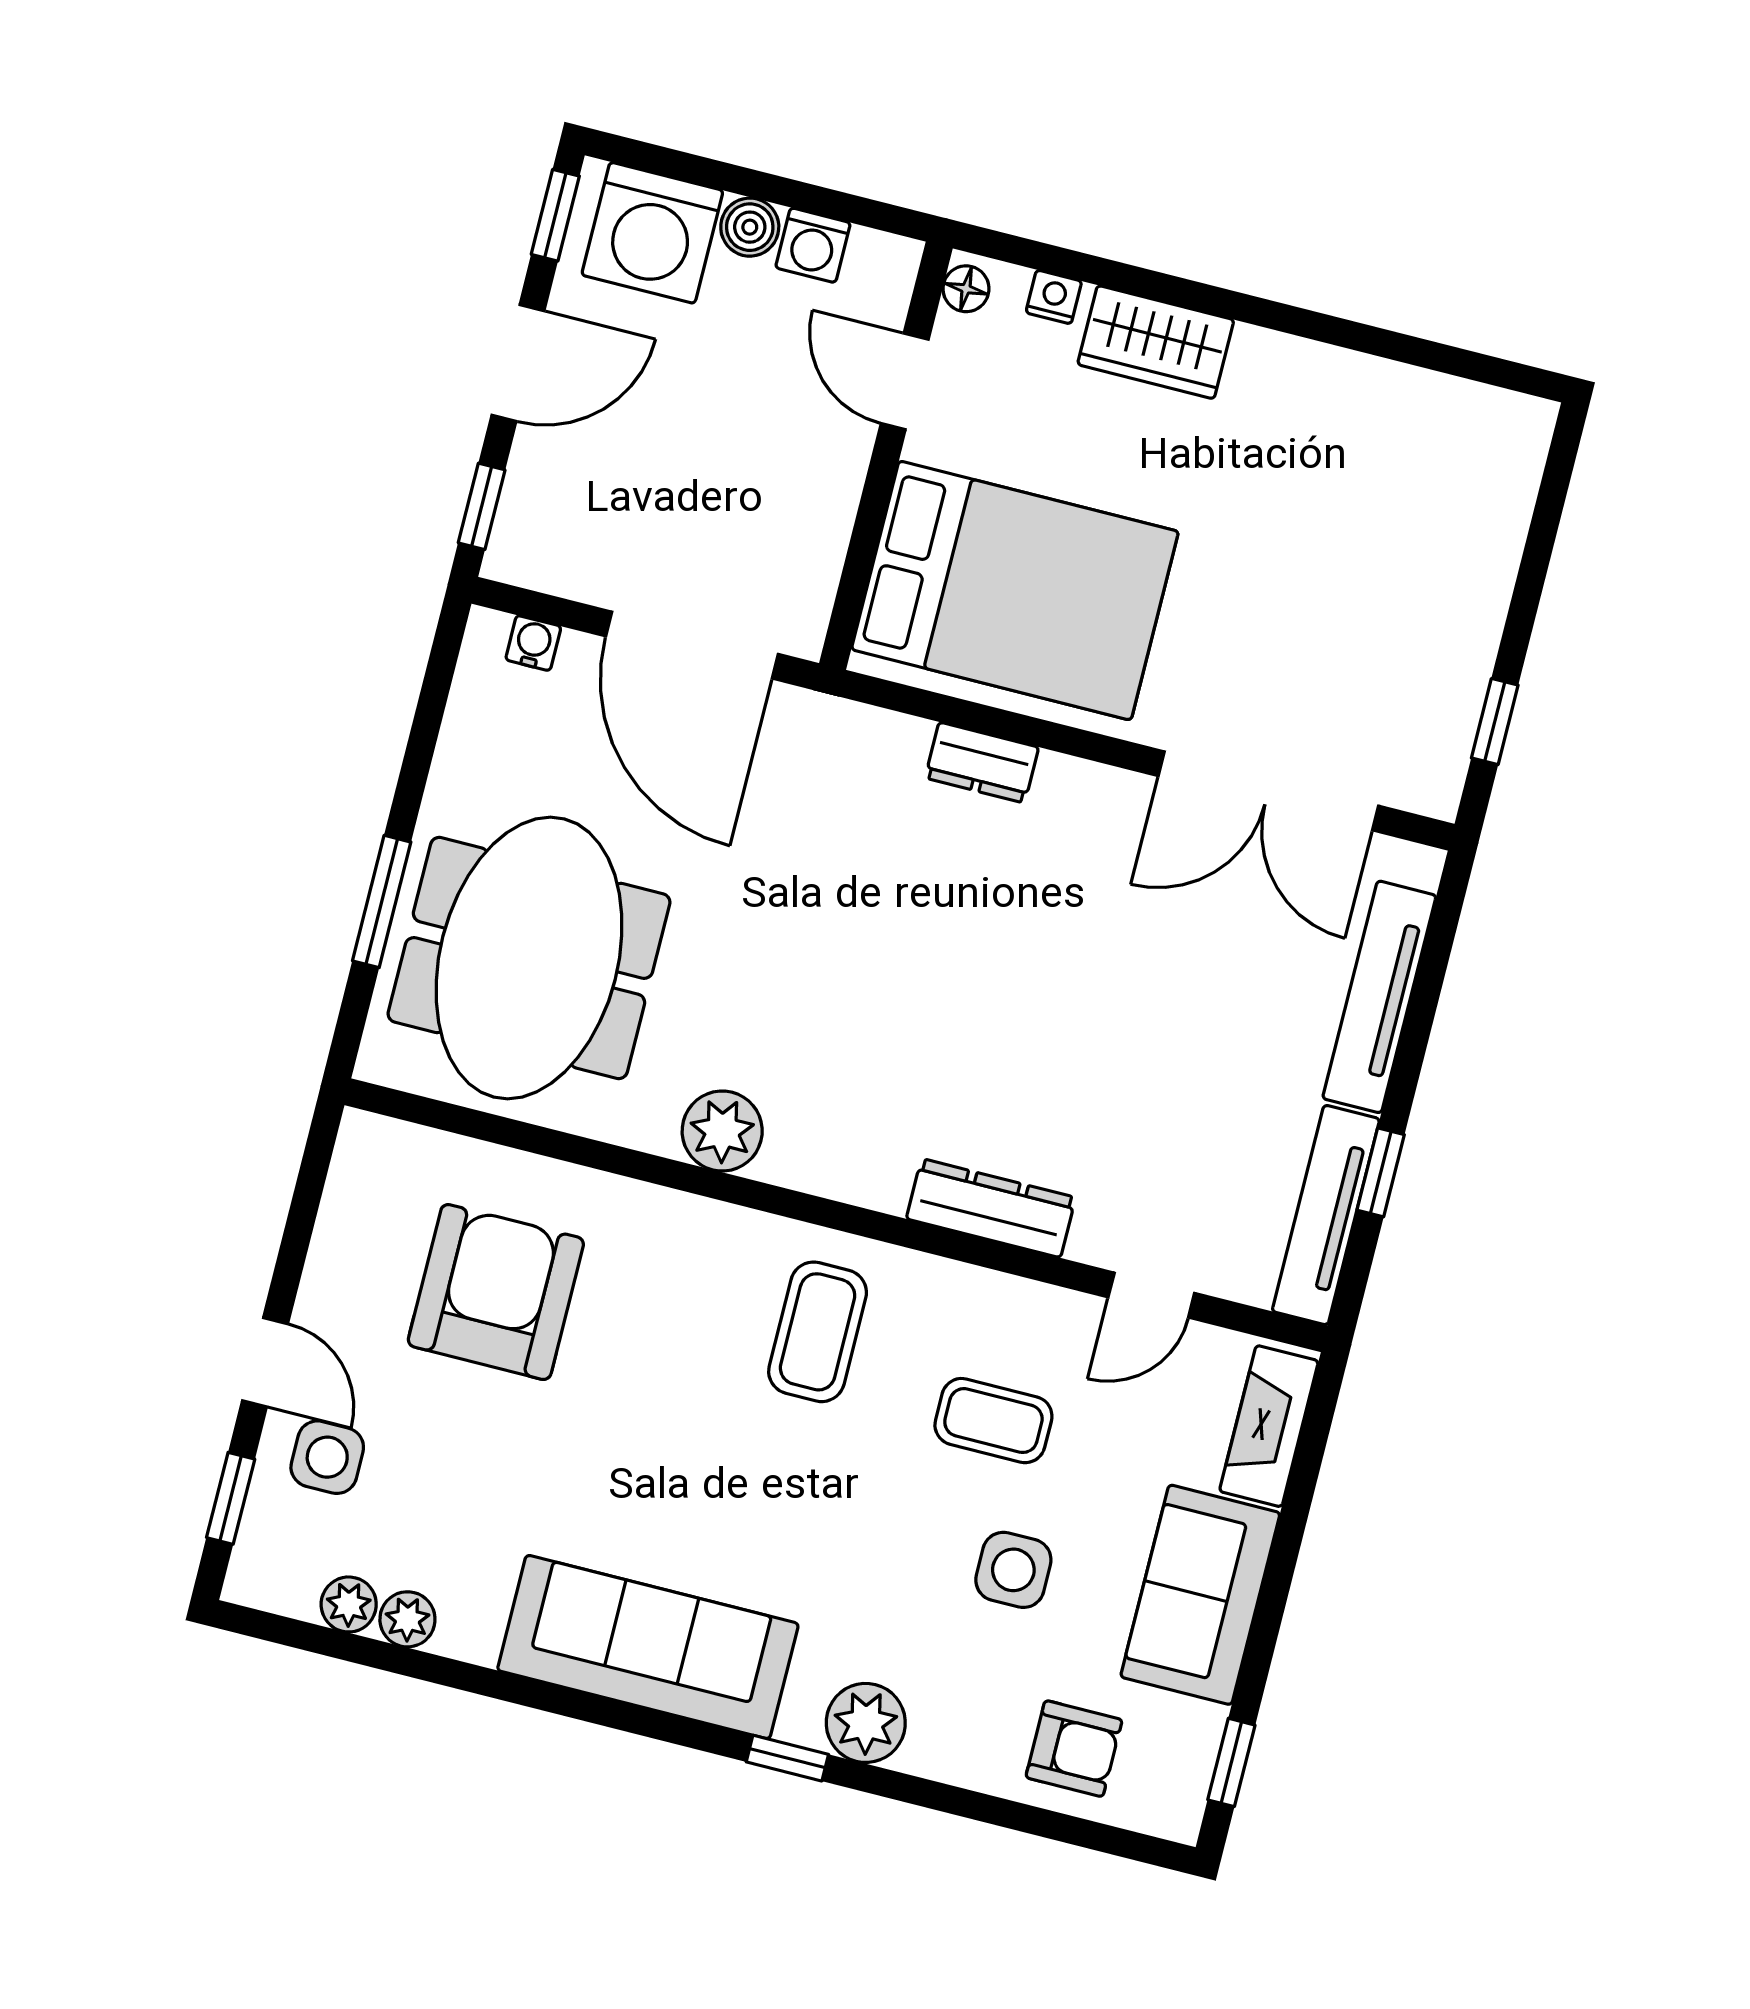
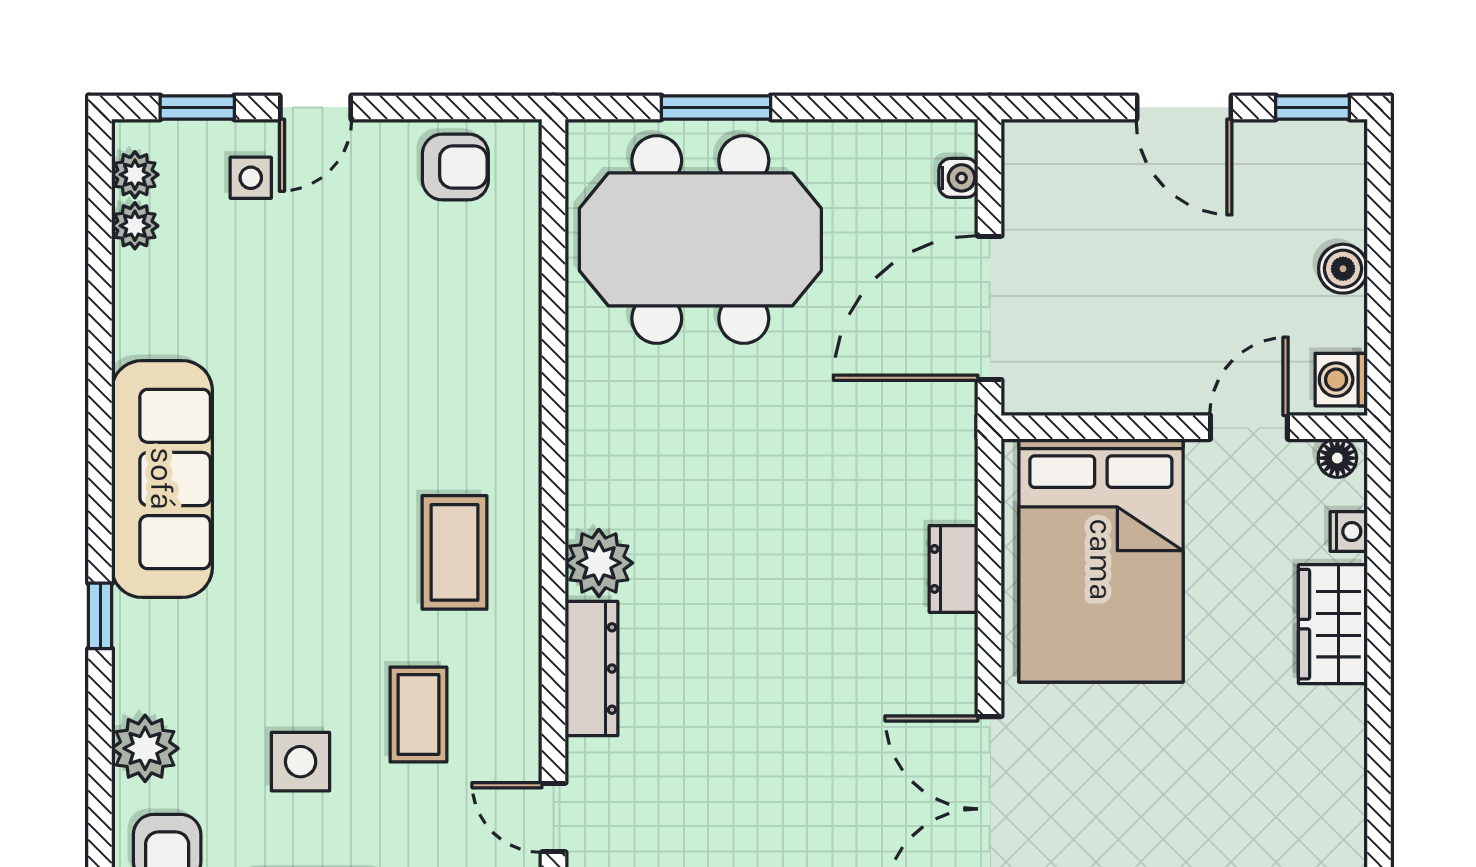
washing machine: (652, 233) -> (1318, 190), removed
washing machine: (813, 245) -> (1341, 380), moved
window: (482, 506) -> (1059, 107), removed
plant: (722, 1131) -> (599, 563), moved
armchair: (496, 1292) -> (455, 167), moved, width x0.53, depth x0.53
coffee table: (818, 1332) -> (455, 552), turned 90
side table: (327, 1457) -> (251, 178), width x0.73, depth x0.73
plant: (407, 1619) -> (135, 175), moved
plant: (866, 1723) -> (145, 748), moved

